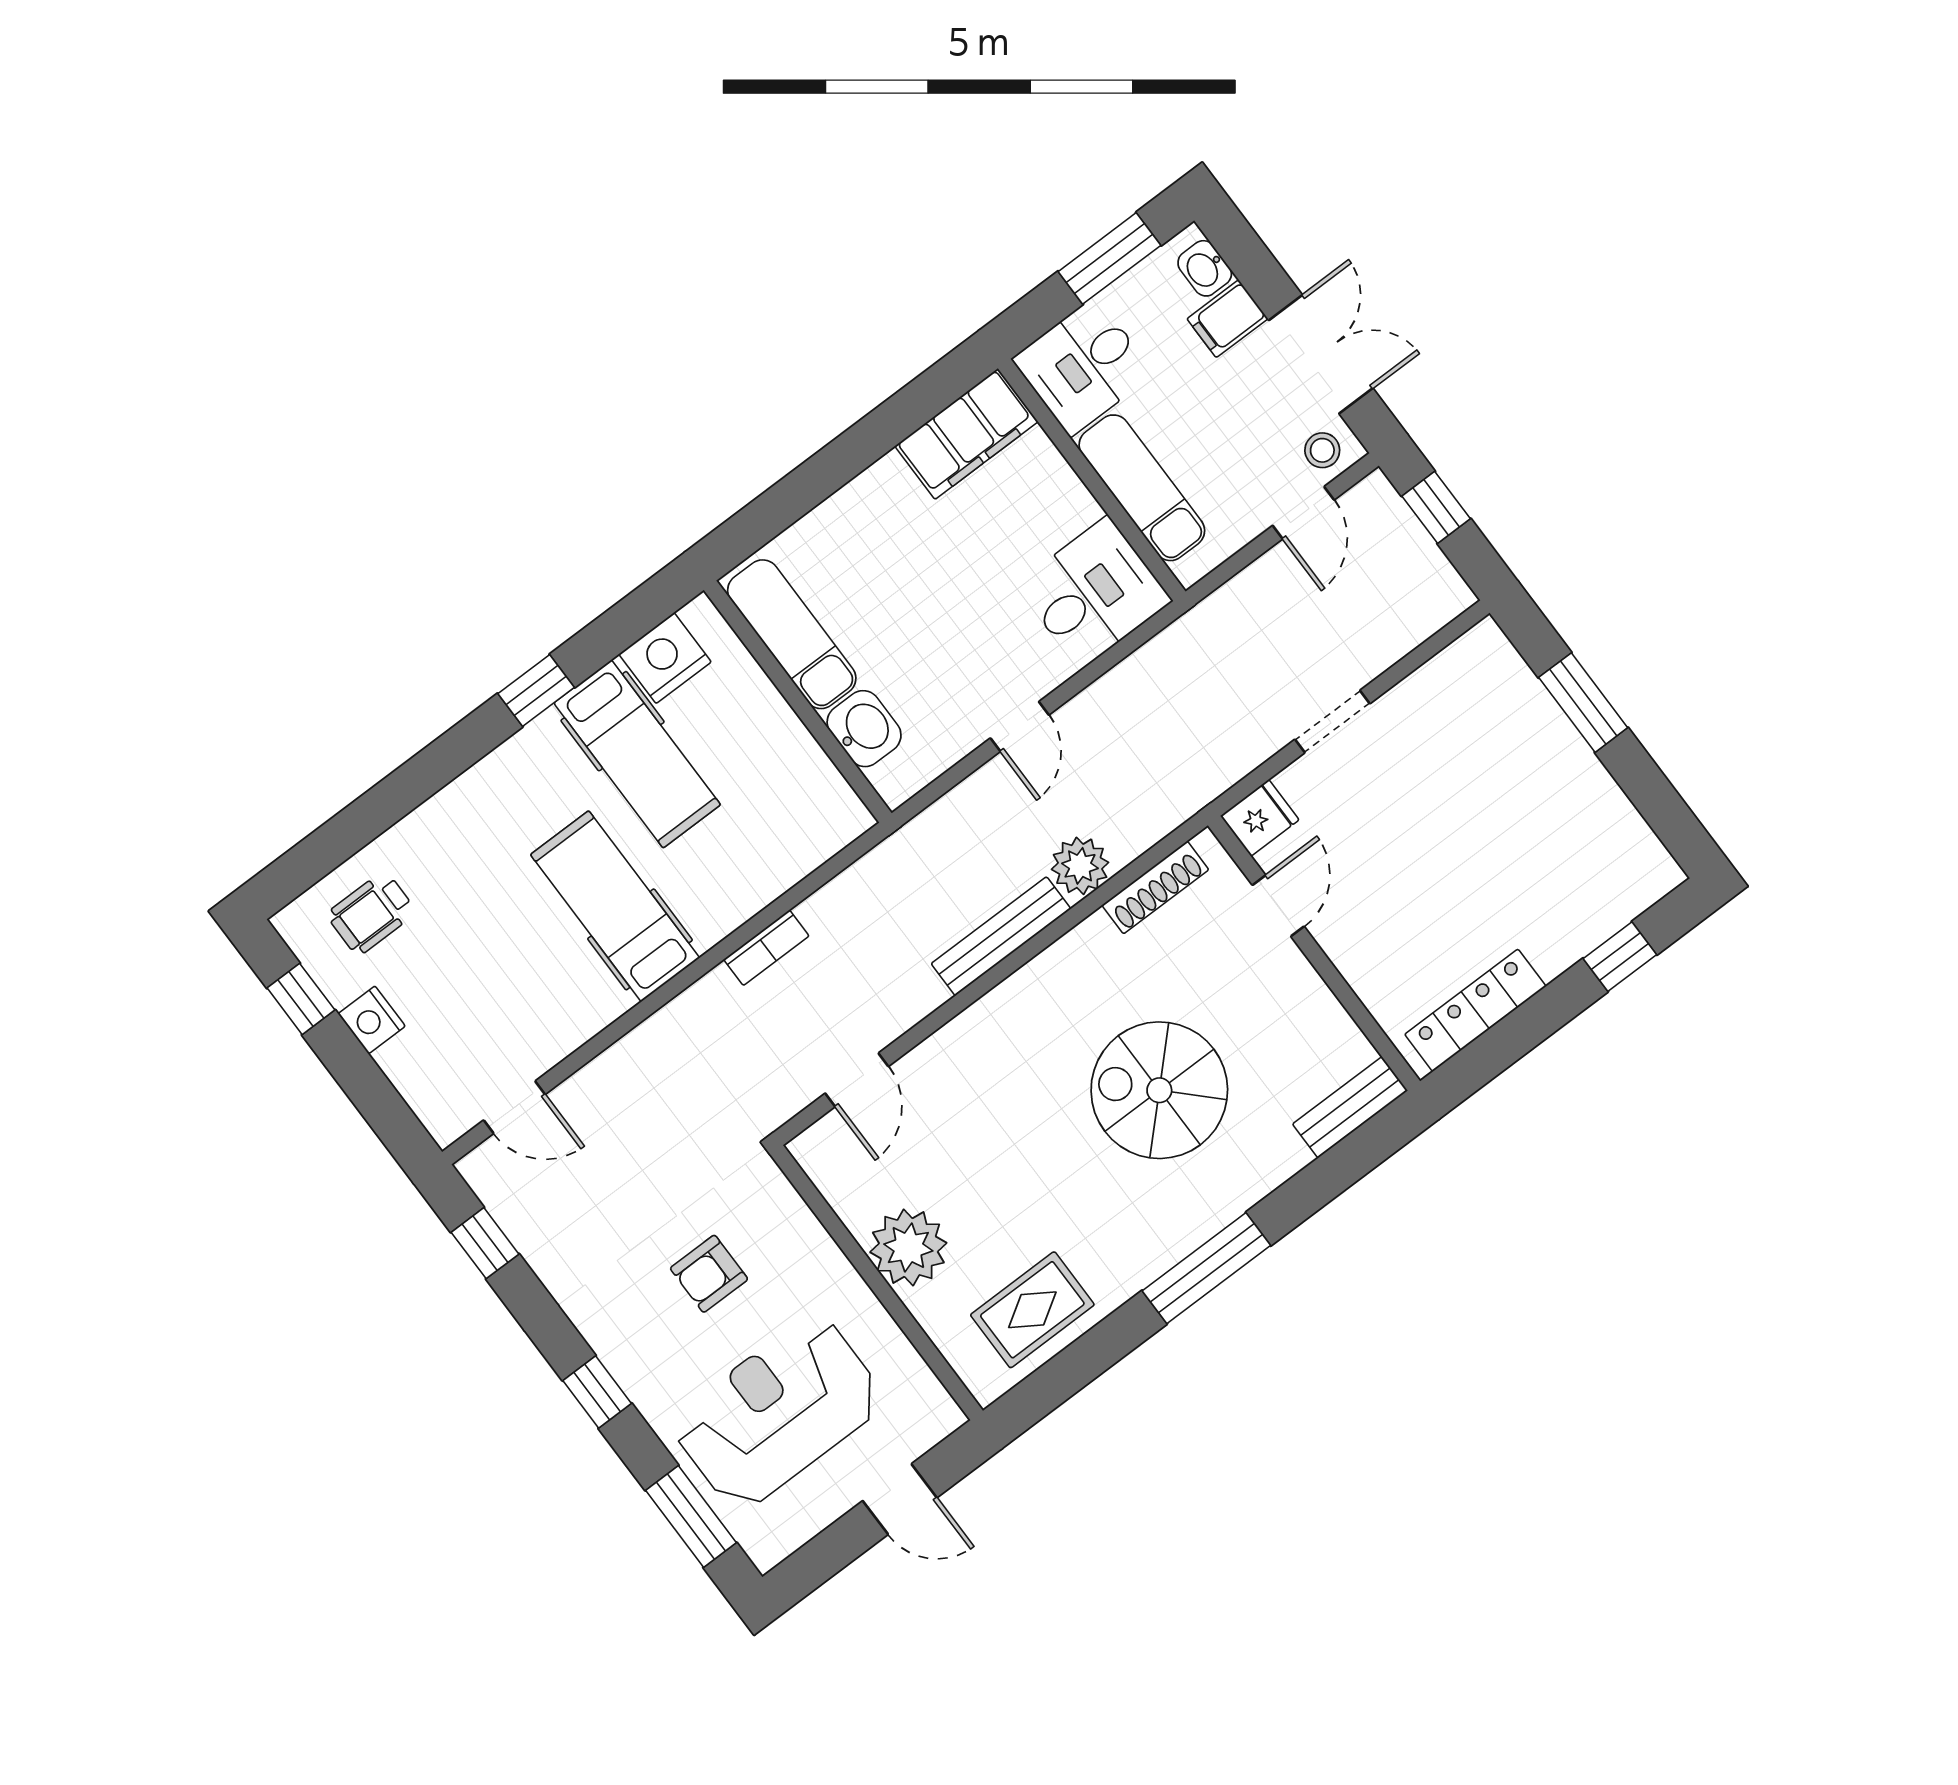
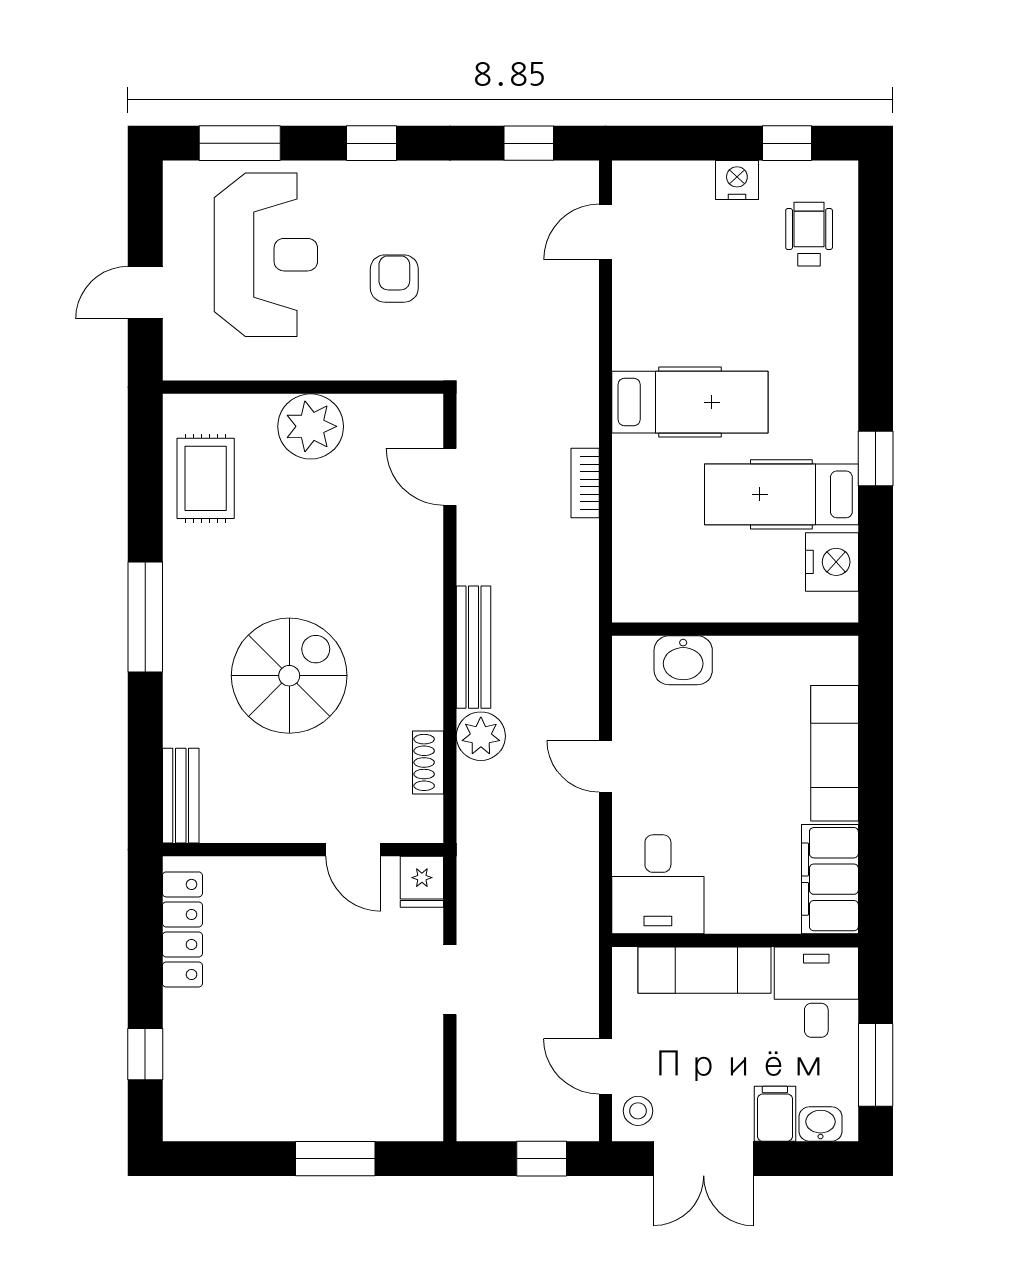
exam couch: (792, 634) -> (835, 753), moved, turned 90
shoe rack: (1155, 887) -> (428, 762), width x0.70

